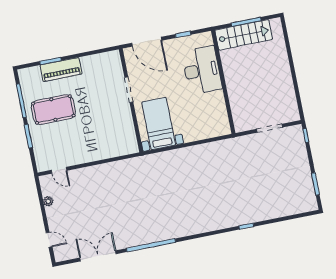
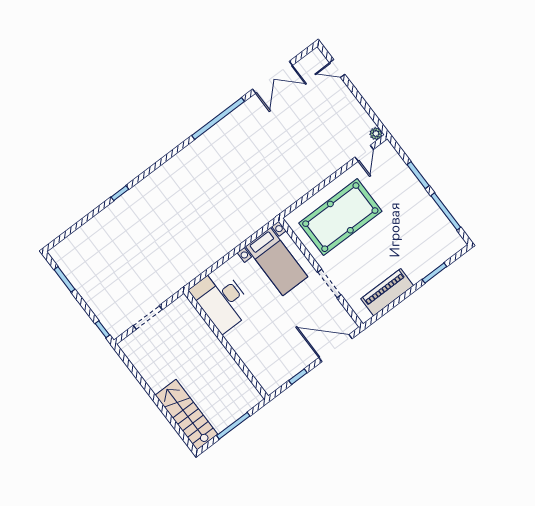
stairs: (244, 35) -> (187, 415), moved, turned 90
piano: (61, 70) -> (387, 292), moved
desk: (202, 70) -> (222, 300), moved
pool table: (53, 110) -> (340, 217), moved, width x1.36, depth x1.32
door: (59, 170) -> (364, 153), swing flipped
plant: (48, 201) -> (376, 134), moved

